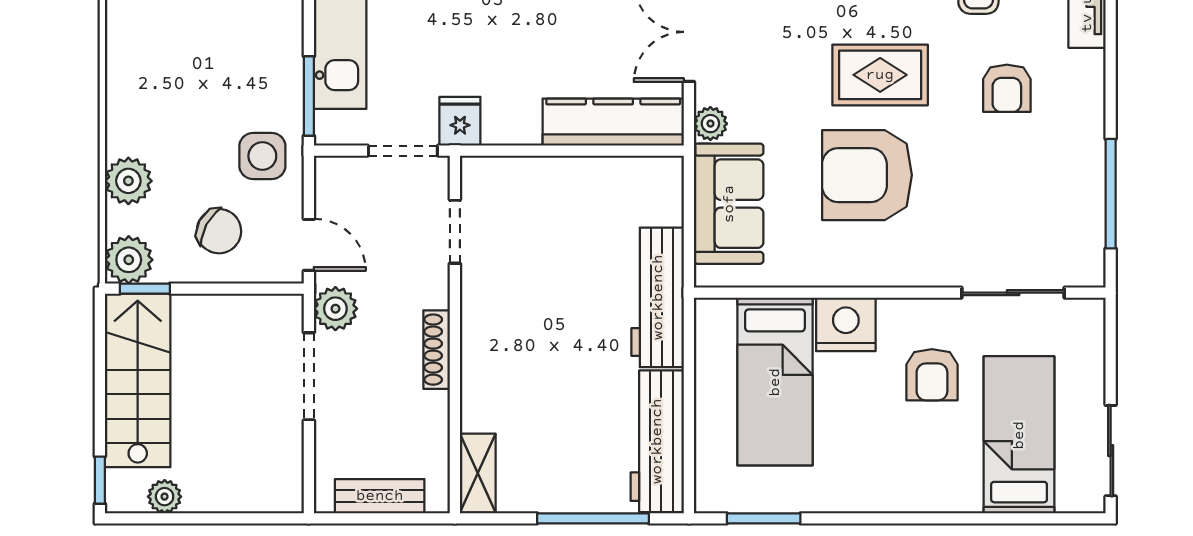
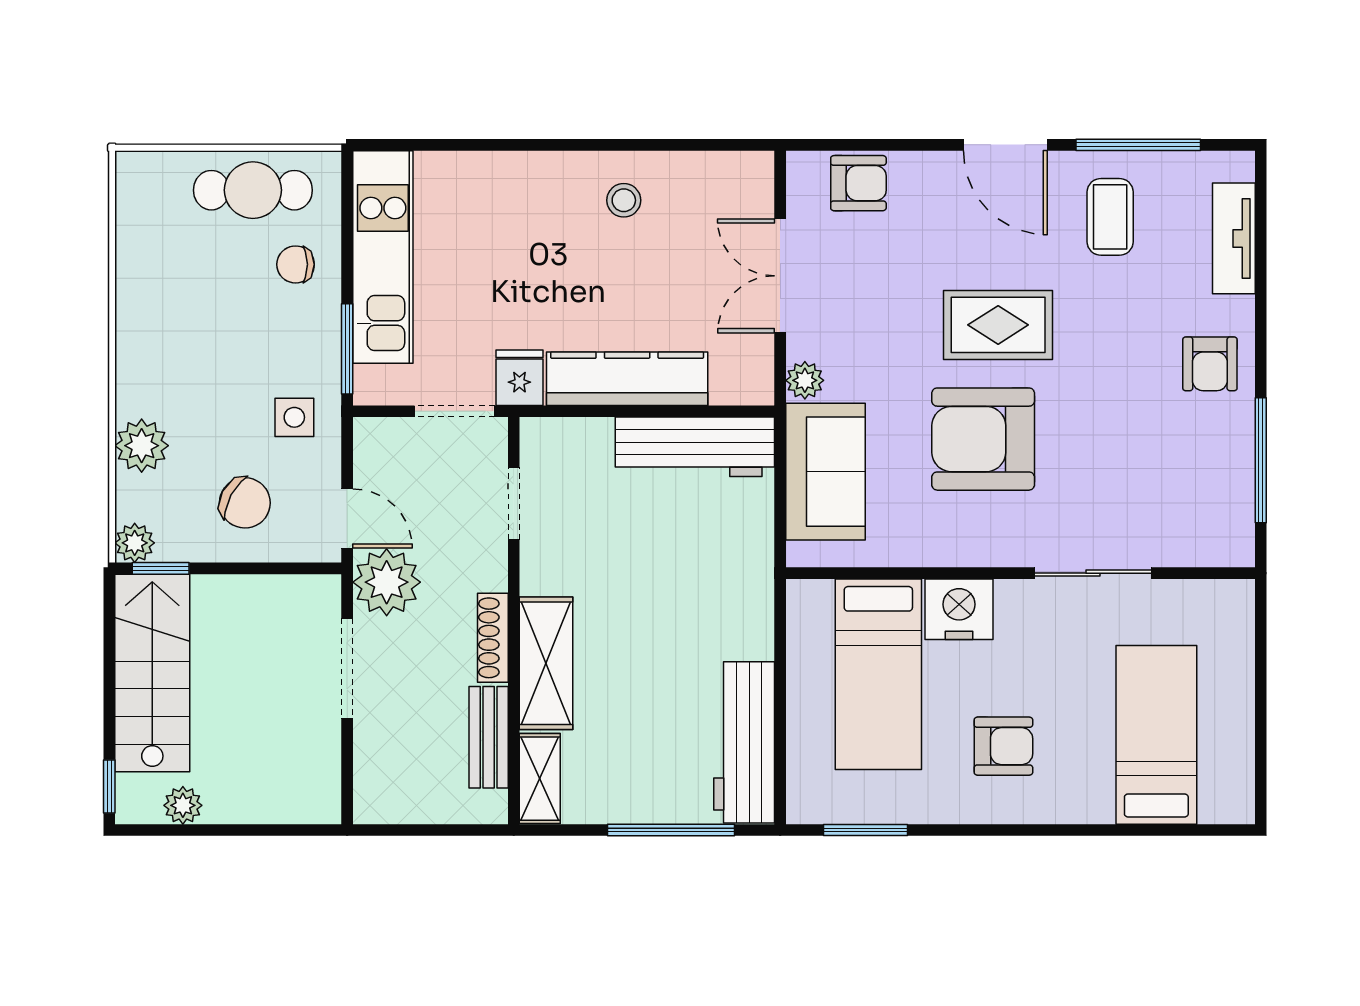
chair: (263, 22) -> (296, 264), added
armchair: (1007, 88) -> (1210, 364), moved
kitchen counter: (613, 122) -> (627, 379), moved
side table: (262, 156) -> (294, 417), width x0.73, depth x0.73
plant: (129, 260) -> (135, 543), width x0.73, depth x0.73
sliding door: (1013, 293) -> (1093, 573), moved
workbench: (658, 297) -> (695, 447), moved, turned -90
plant: (335, 309) -> (387, 582), width x1.36, depth x1.36
shelving: (483, 372) -> (546, 663), added
armchair: (932, 375) -> (1003, 746), moved, turned -90
sliding door: (1111, 451) -> (1261, 753), removed
bench: (380, 496) -> (489, 737), moved, turned 90

